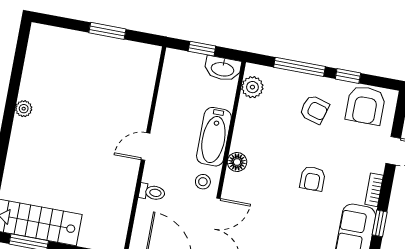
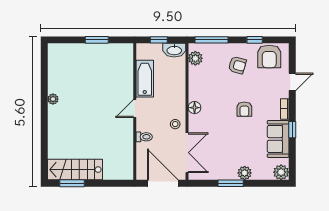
window: (299, 67) -> (211, 40), moved
bathtub: (214, 137) -> (145, 79), moved, turned 180

